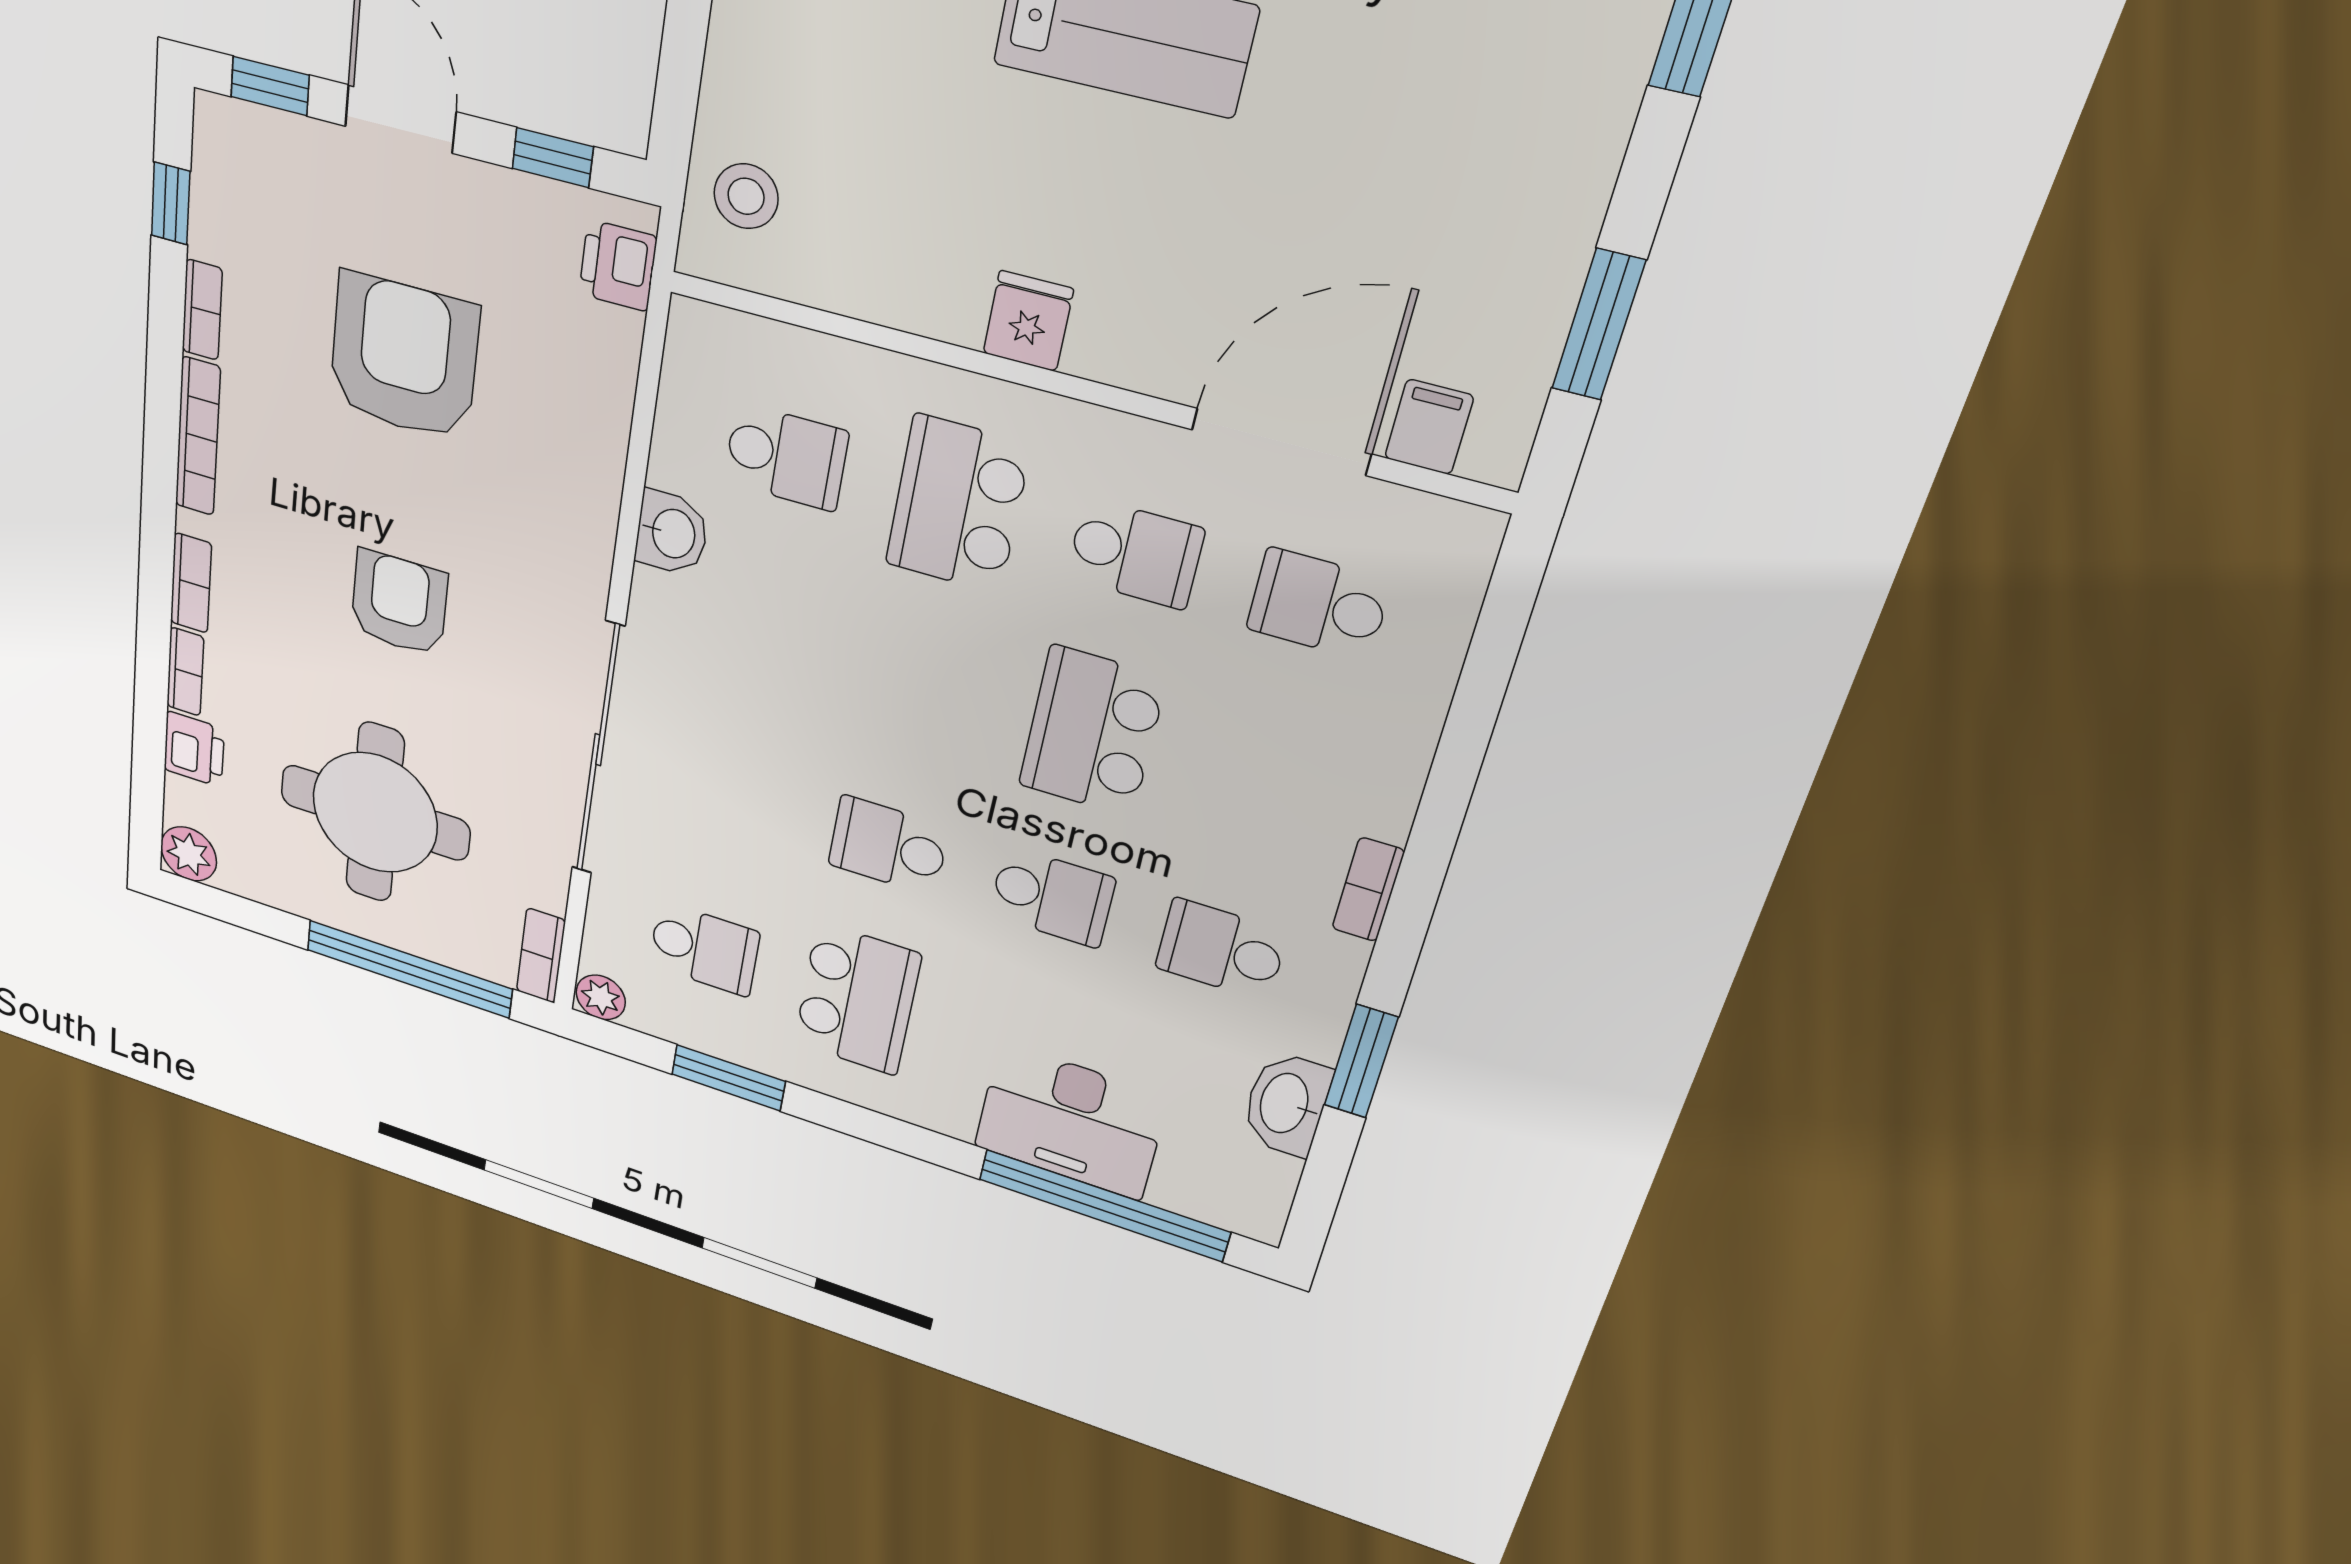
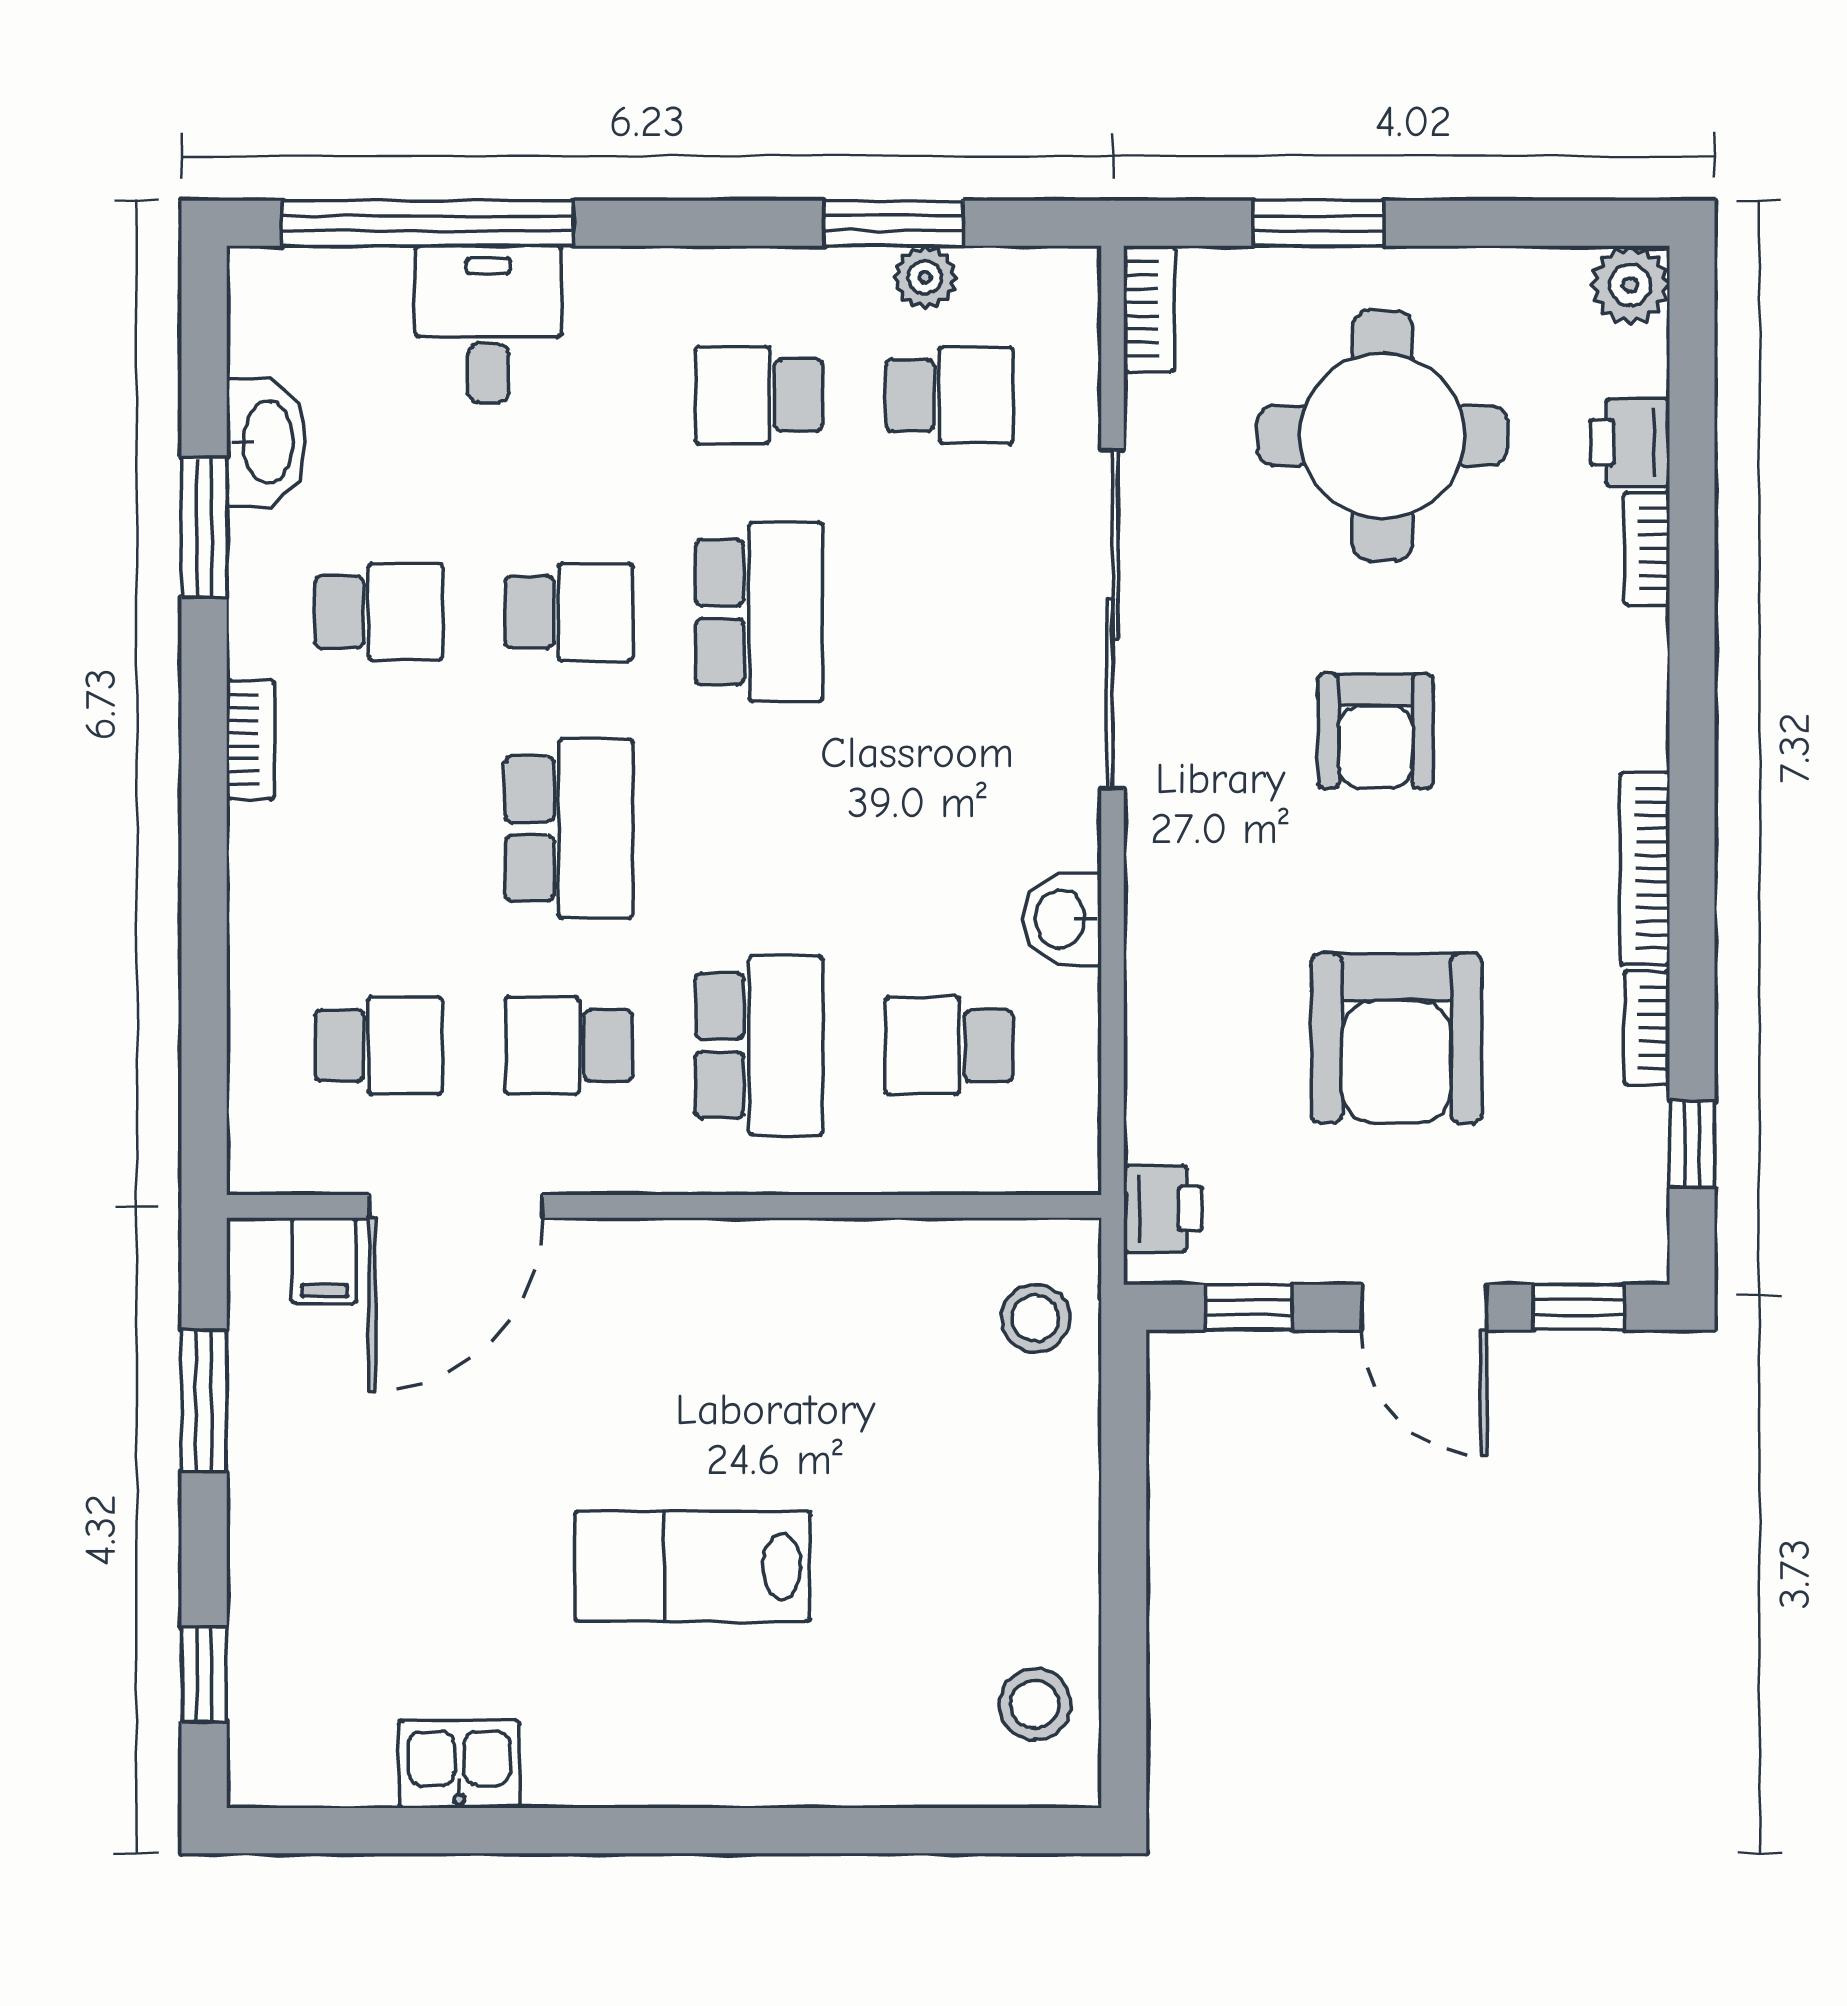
fridge: (1028, 321) -> (726, 1263), removed
bookcase: (191, 583) -> (1645, 673), removed
school desk: (888, 846) -> (759, 612), width x1.85
school desk: (1052, 897) -> (569, 612), turned 180
school desk: (704, 949) -> (949, 395), turned 180
window: (409, 969) -> (1318, 223), width x0.47
plant: (601, 997) -> (925, 277), moved
school desk: (857, 999) -> (759, 395), width x0.54
desk: (1070, 1121) -> (488, 324), width x0.73

